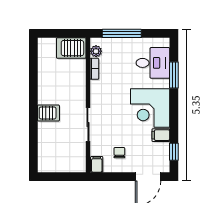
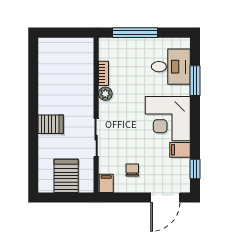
server rack: (71, 48) -> (66, 176), moved, turned 90
plant: (96, 51) -> (105, 94), moved

